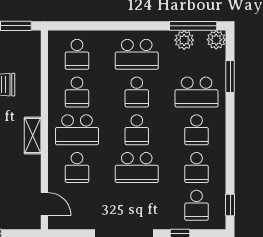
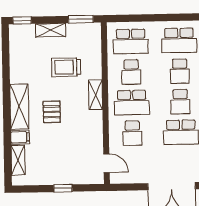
school desk: (77, 54) -> (131, 41), width x1.85
shelving: (33, 135) -> (96, 95), moved

